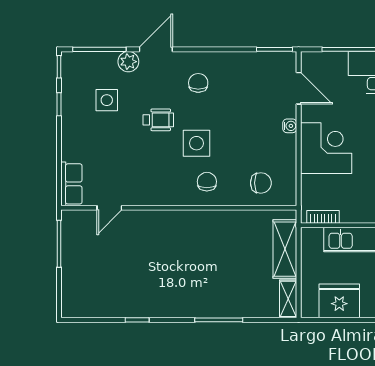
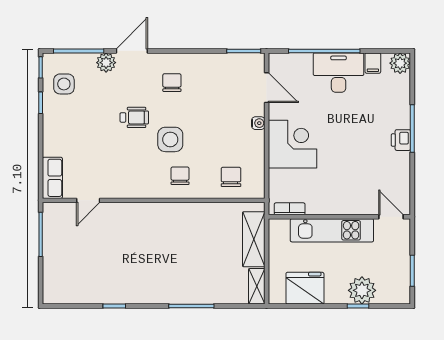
side table: (107, 100) -> (64, 84), moved
chair: (261, 183) -> (231, 177), turned -90

